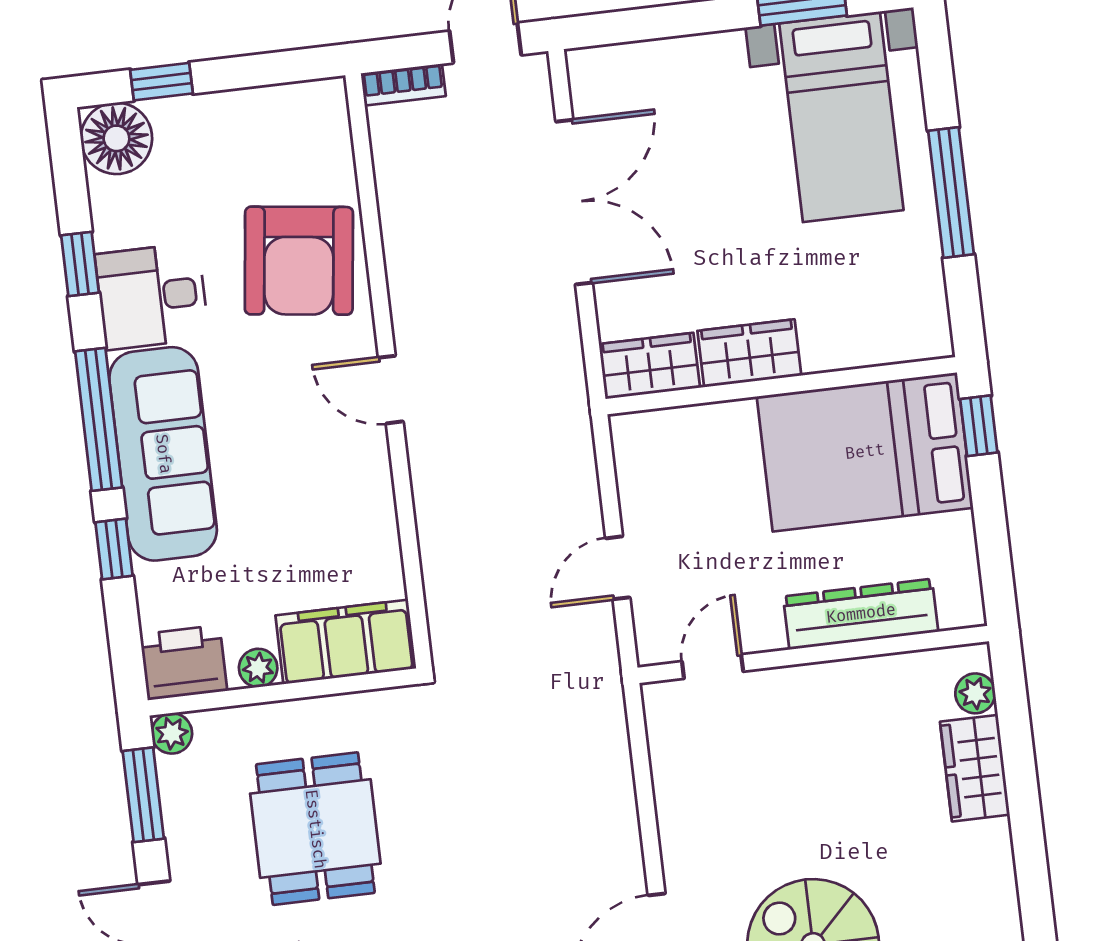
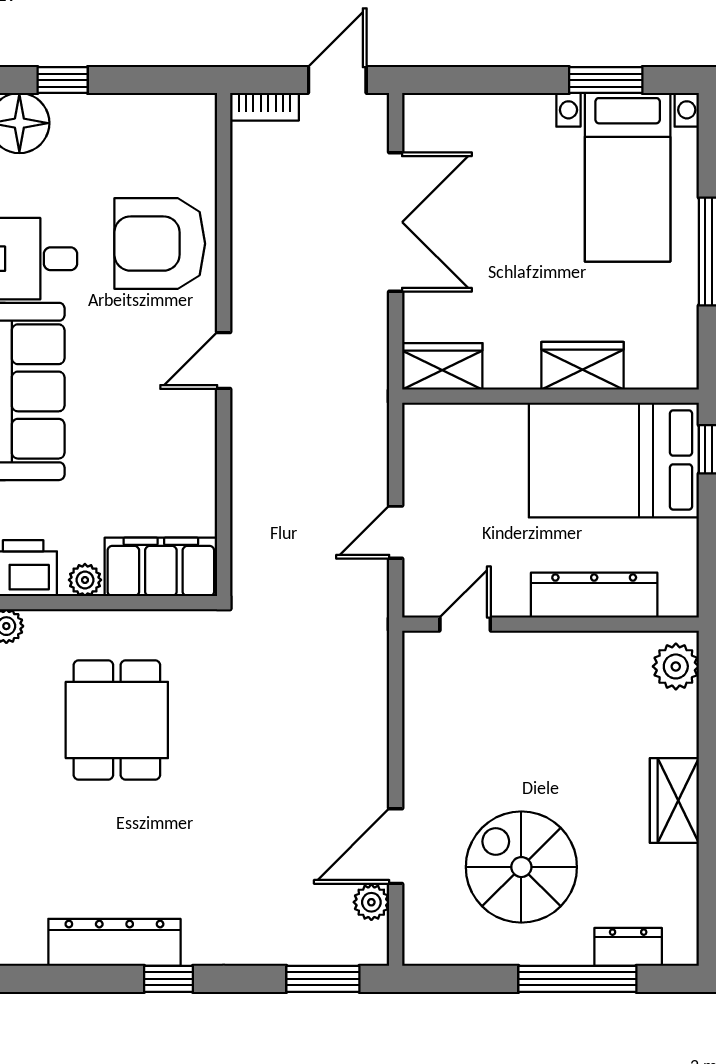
armchair: (299, 261) -> (160, 244), turned 83
wardrobe: (749, 353) -> (583, 366), moved
door: (391, 390) -> (224, 360), hinge flipped
plant: (975, 693) -> (676, 666), width x1.38, depth x1.38
wardrobe: (975, 768) -> (674, 801), moved

